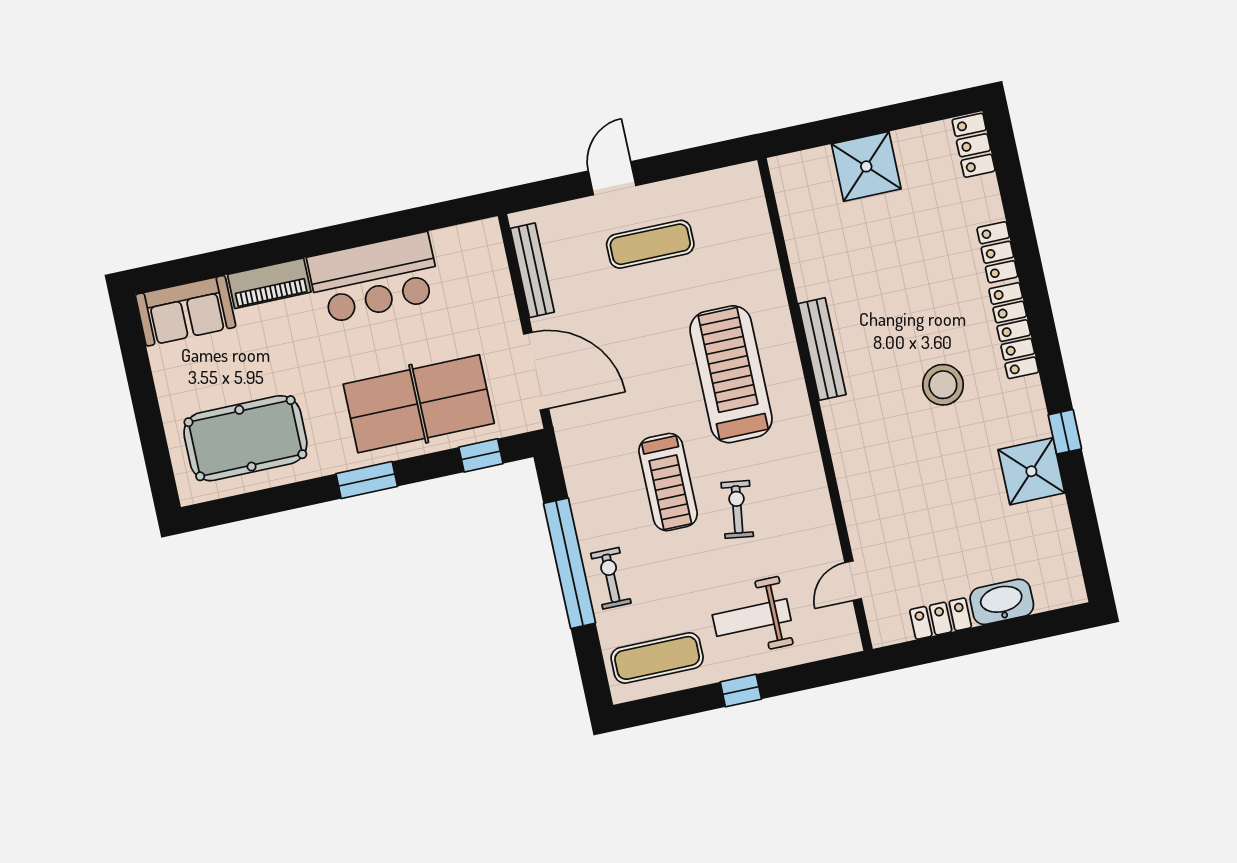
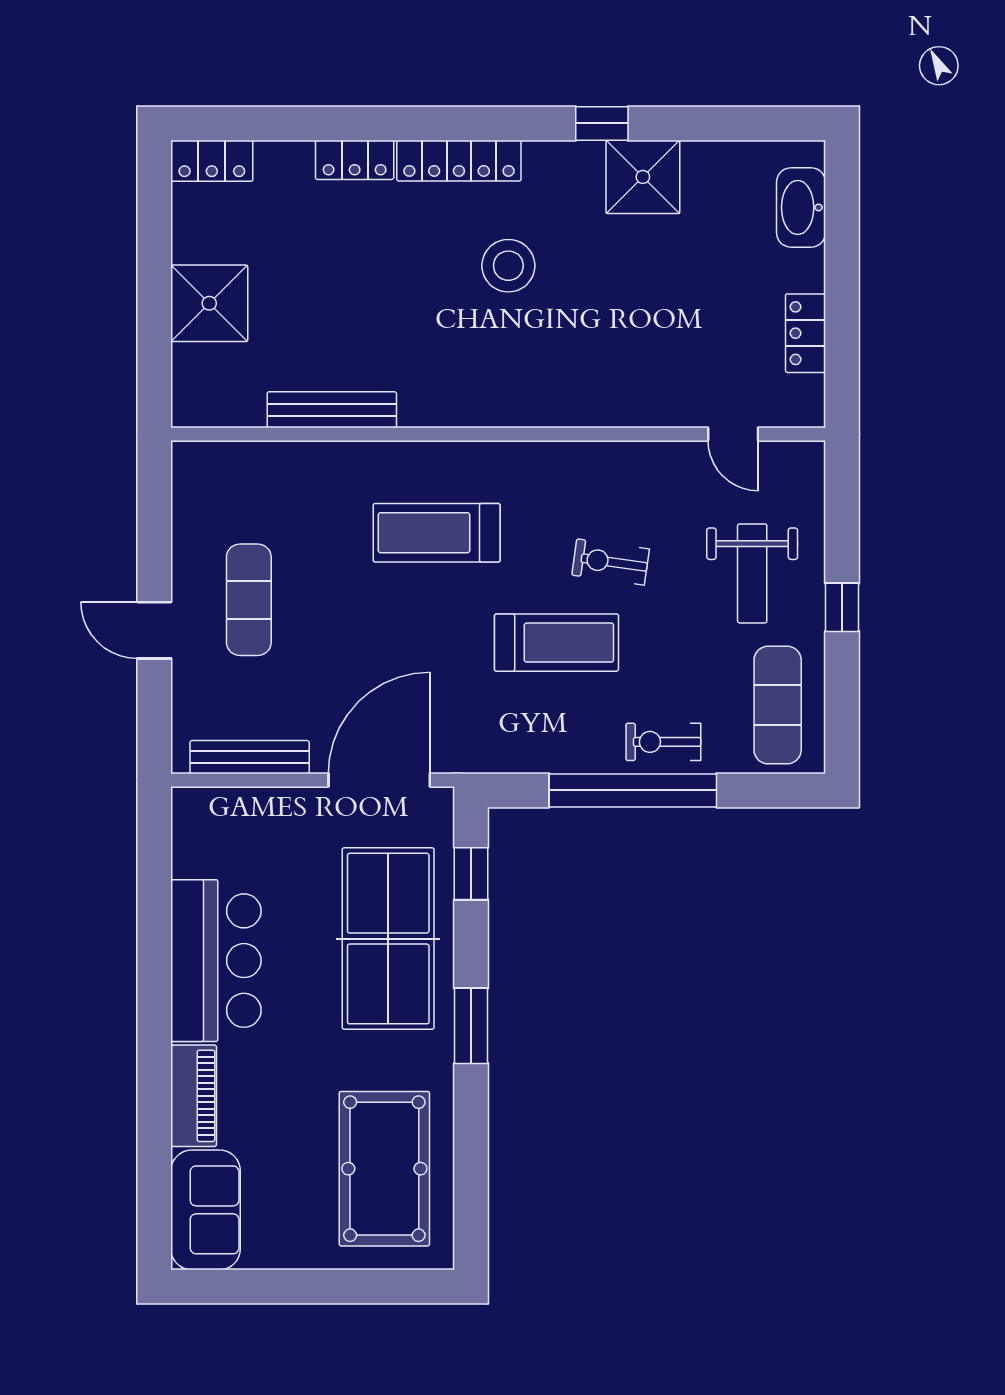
bench: (822, 349) -> (332, 410), moved
treadmill: (731, 374) -> (437, 533), width x0.73, depth x0.73
washbasin: (1002, 602) -> (801, 207), moved

